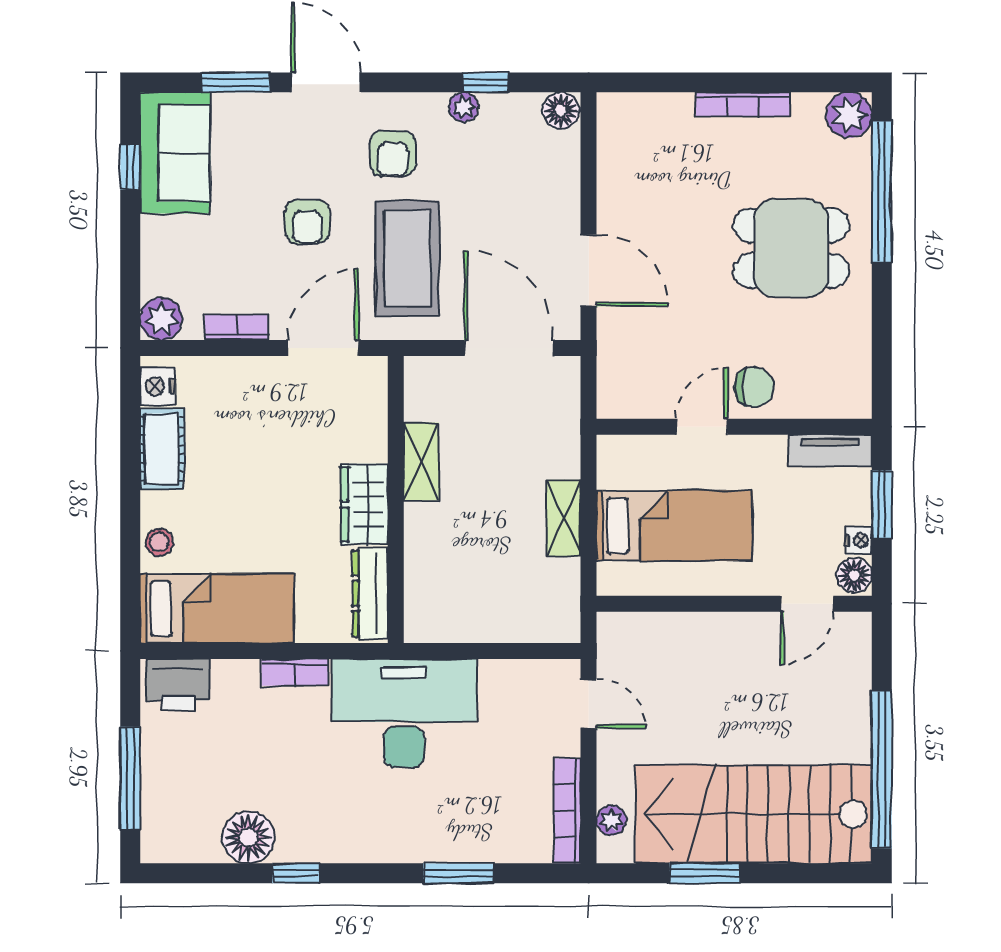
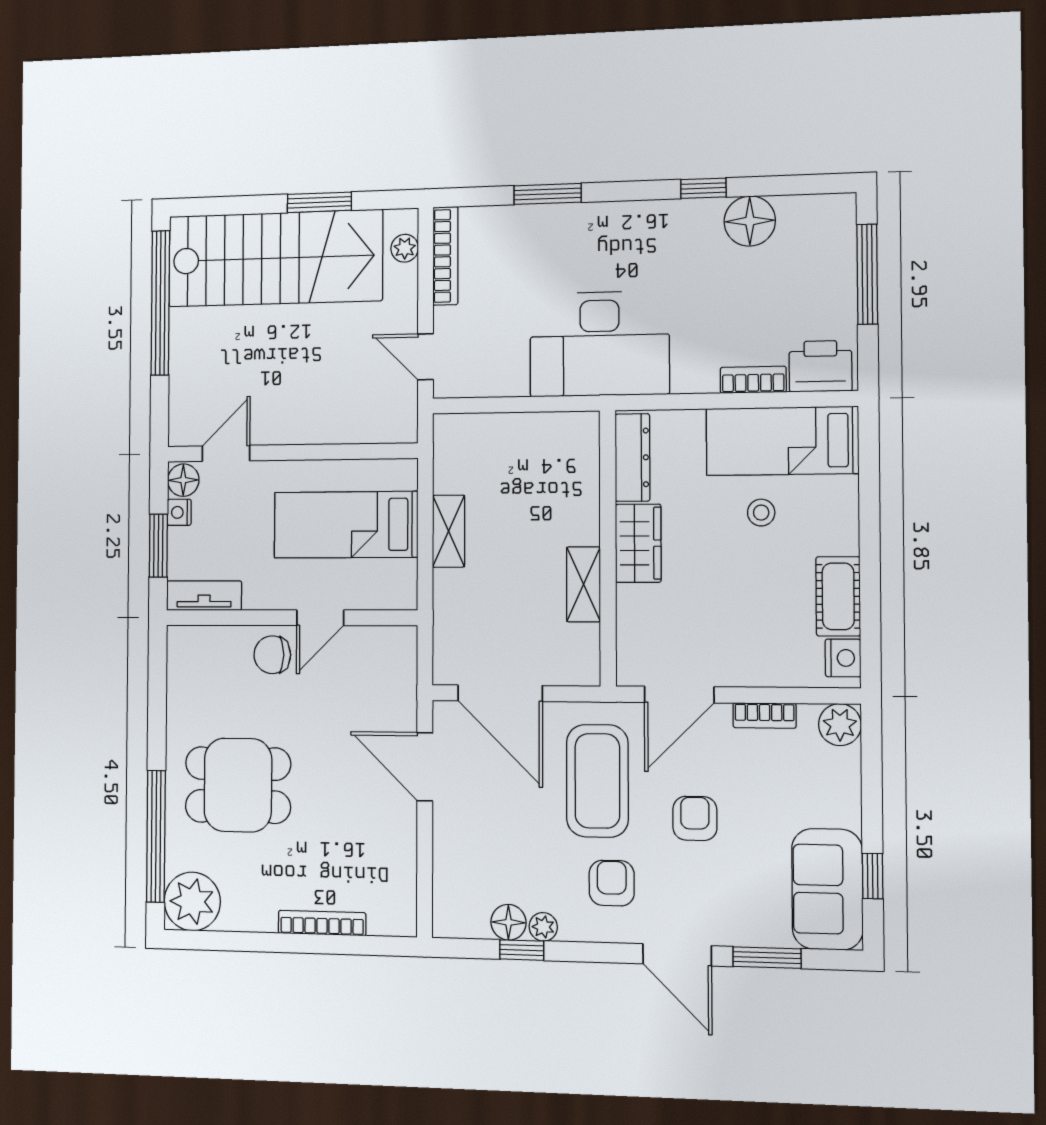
bookcase: (743, 104) -> (322, 923), moved
floor lamp: (561, 111) -> (508, 922), moved
plant: (849, 115) -> (192, 901), width x1.36, depth x1.36
stool: (159, 542) -> (761, 513), moved
bookcase: (295, 672) -> (753, 380), moved

